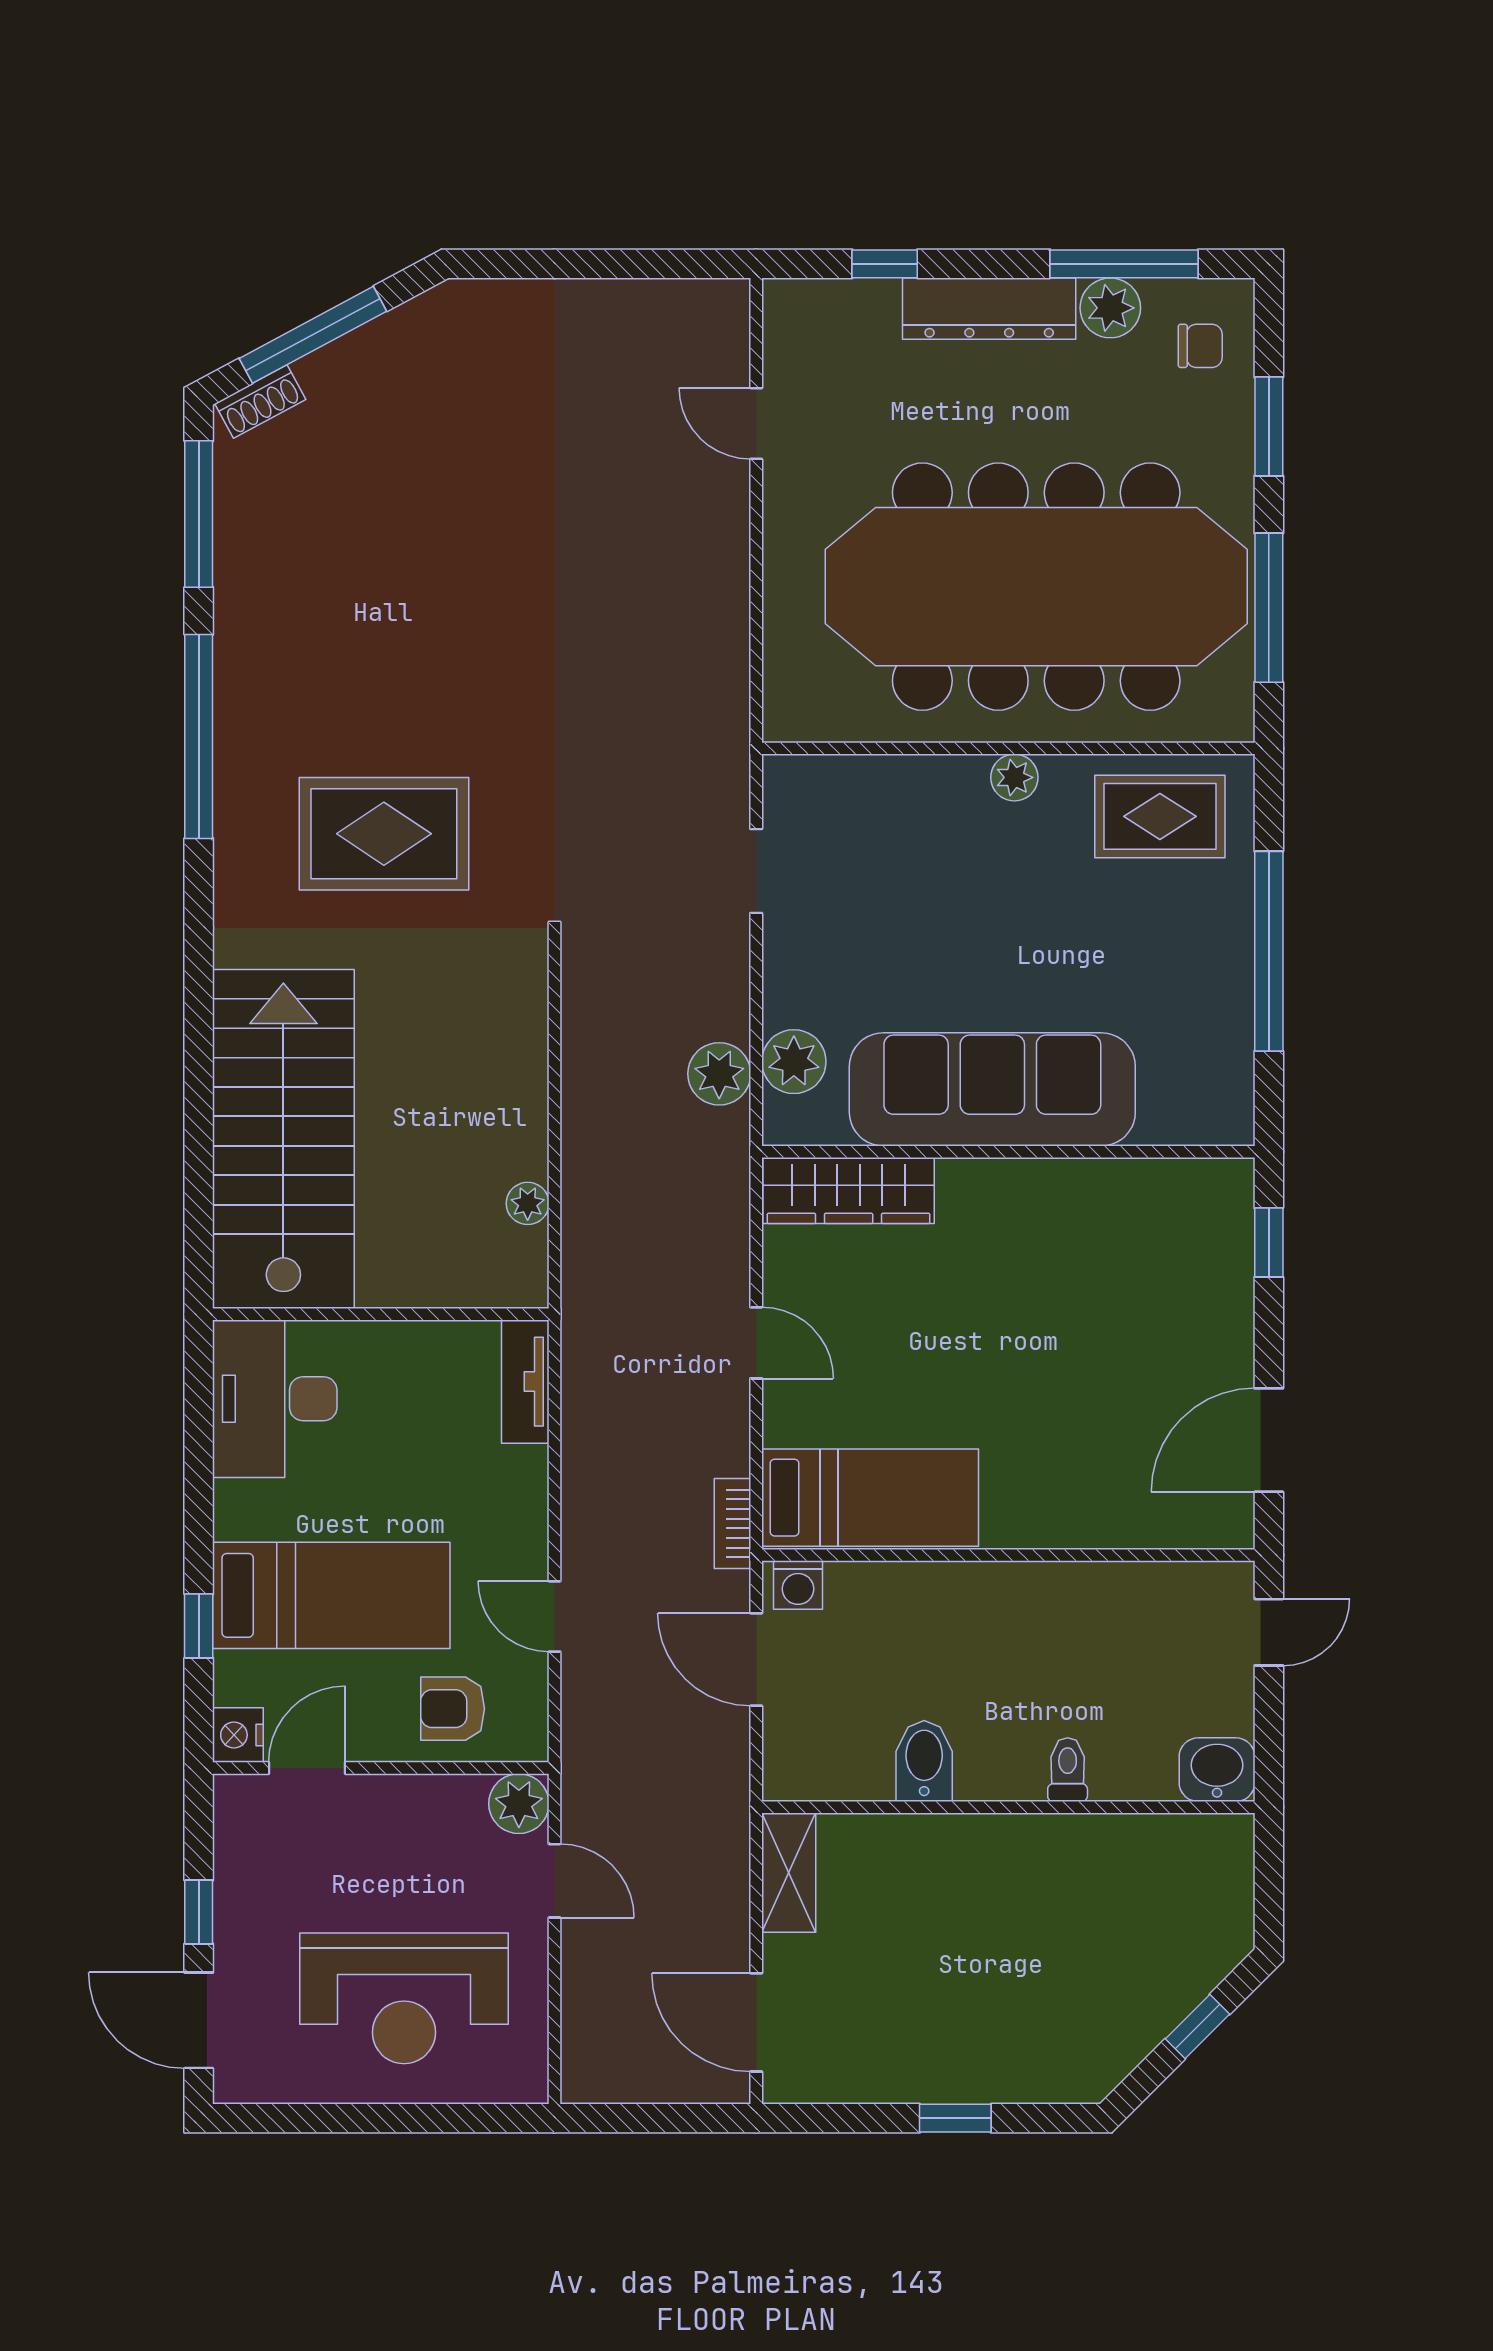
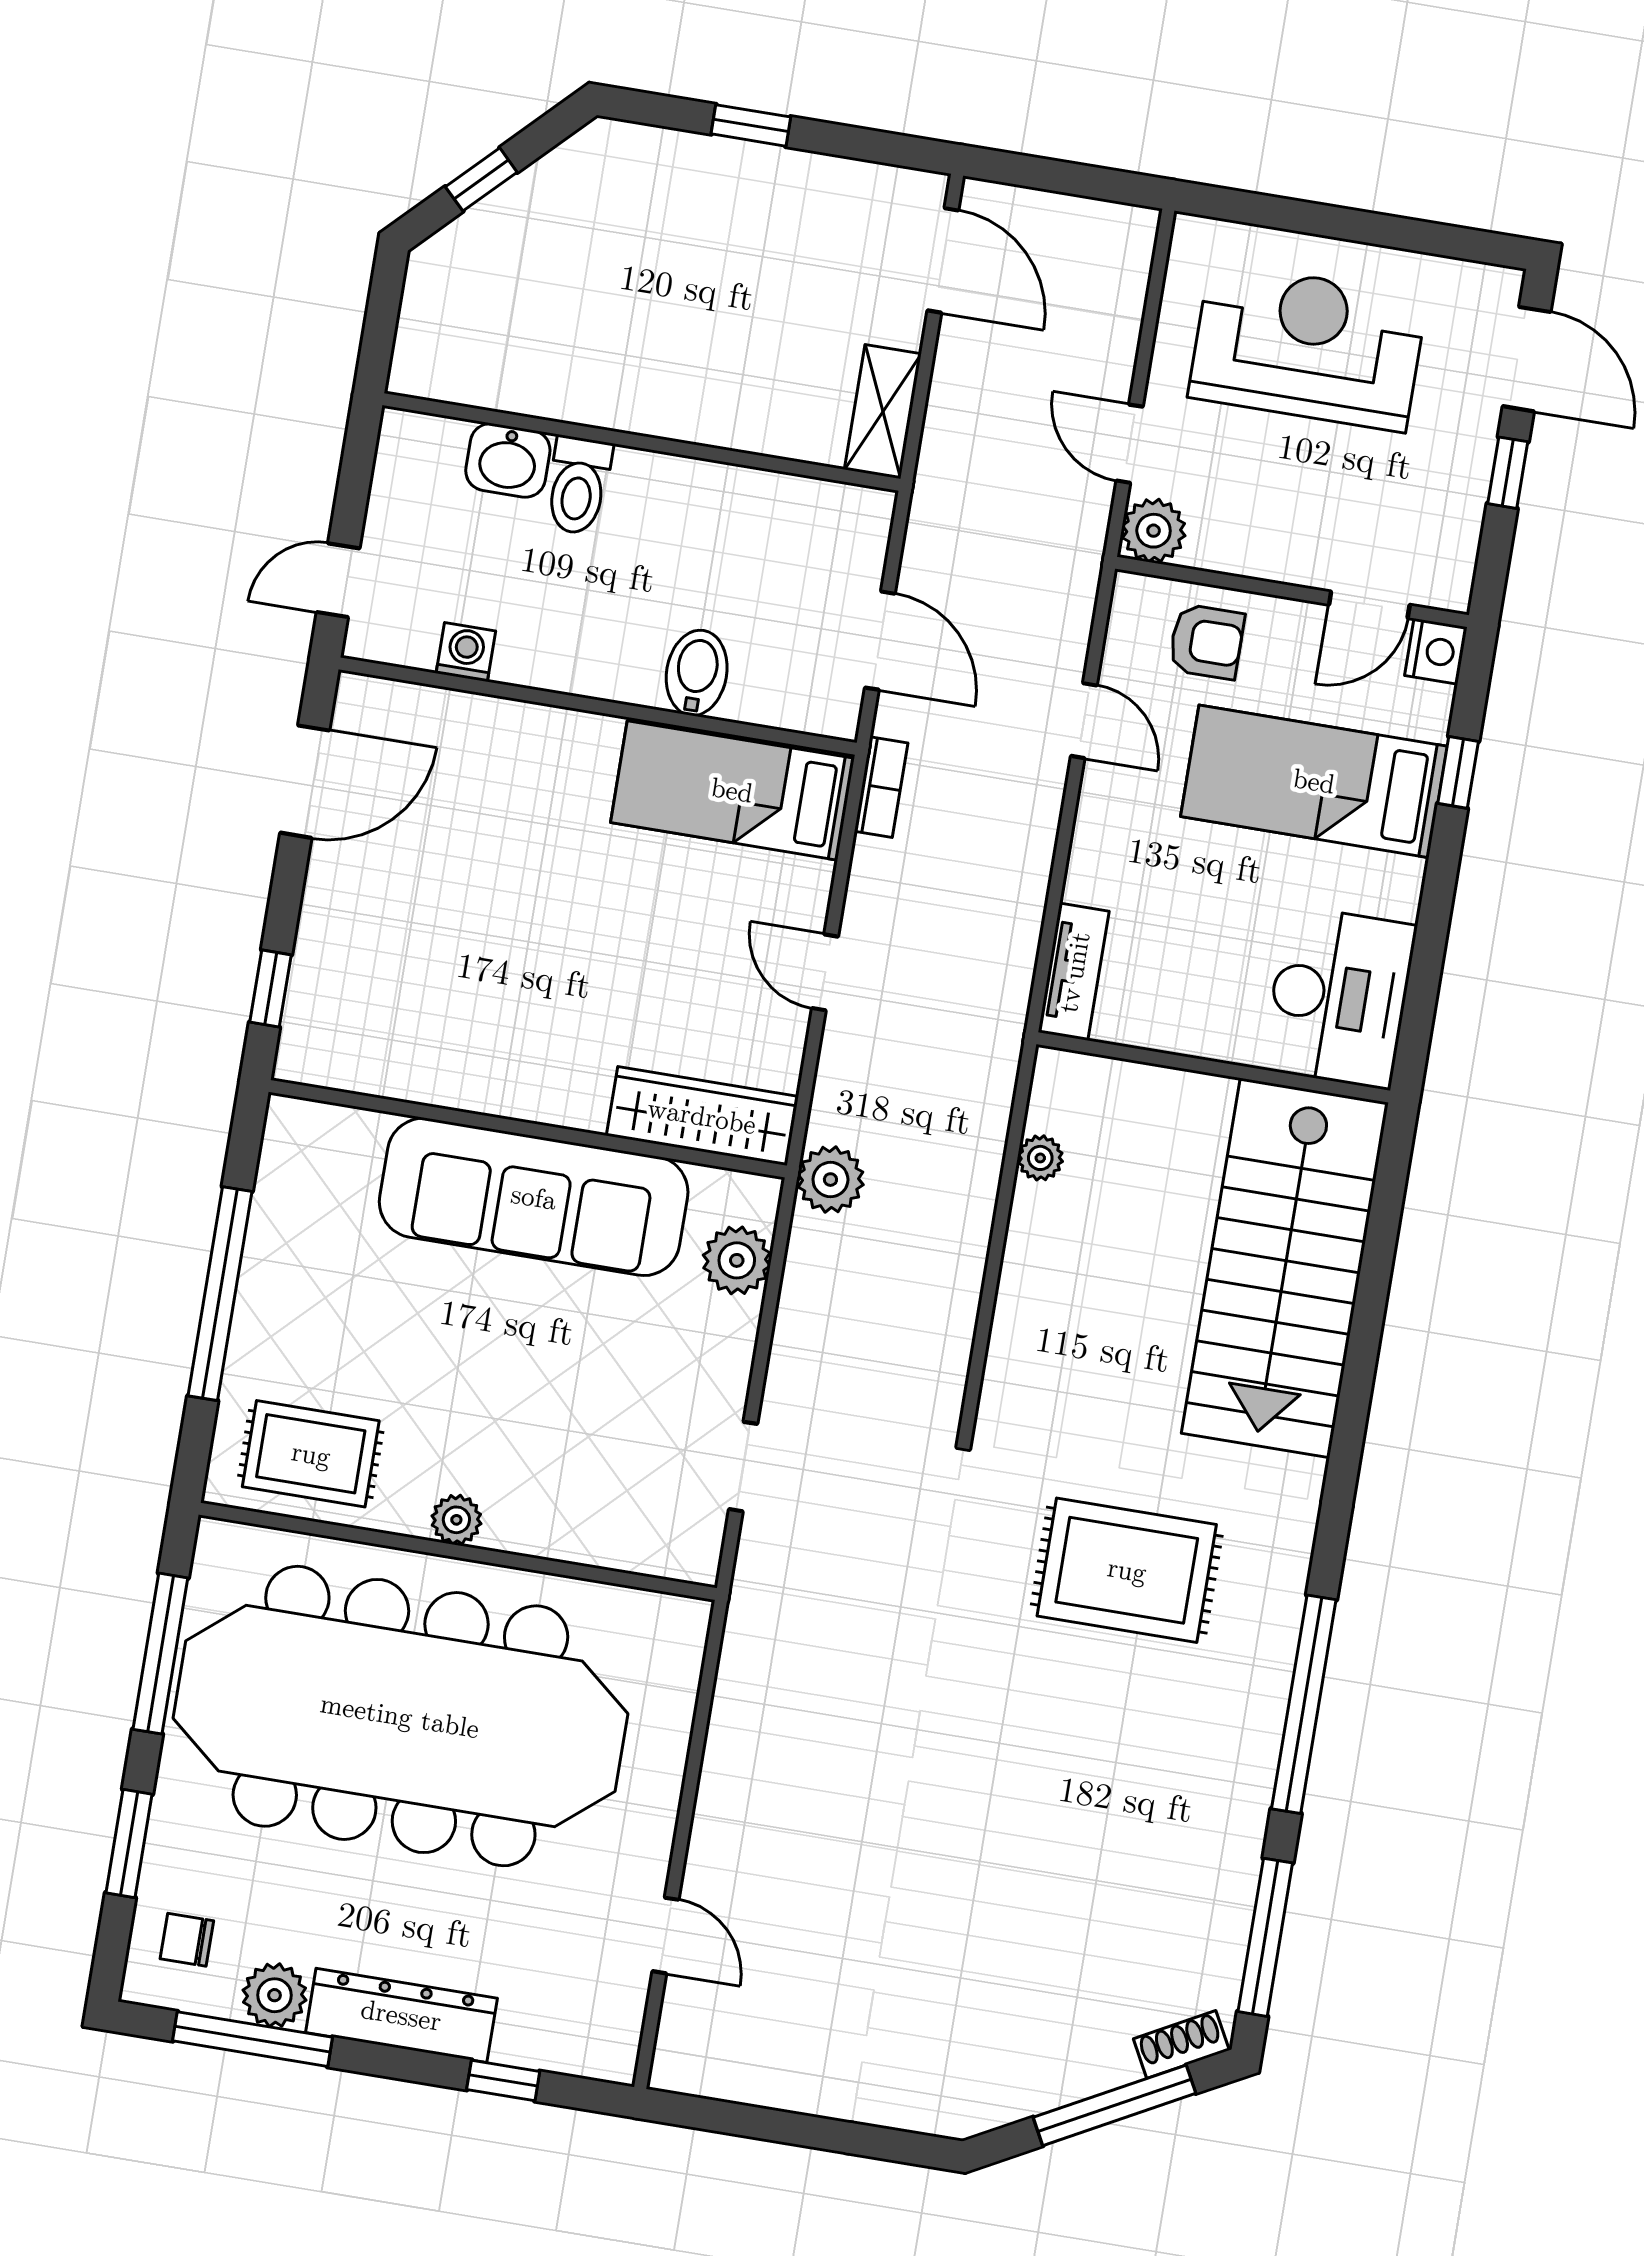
plant: (719, 1074) -> (830, 1180), moved
washing machine: (798, 1585) -> (466, 652), moved
bidet: (924, 1761) -> (697, 673), moved, turned 180
toilet: (1068, 1770) -> (578, 485), width x1.37, depth x1.39
washbasin: (1217, 1770) -> (508, 460), moved

